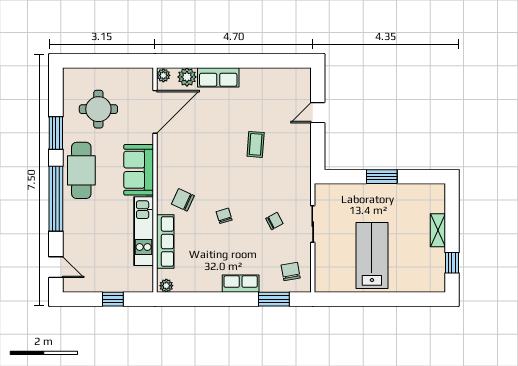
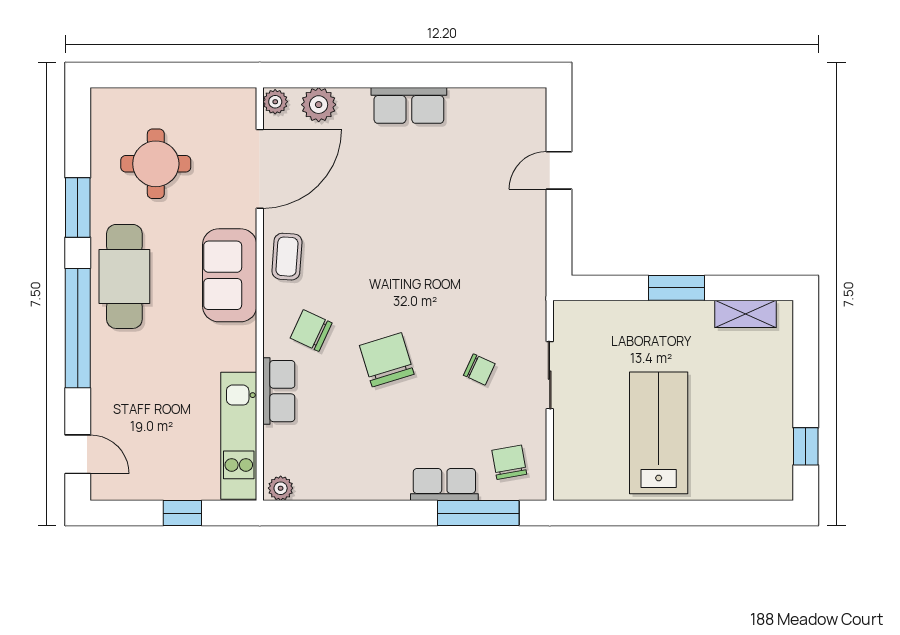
row of seats: (218, 77) -> (409, 105), moved
coffee table: (256, 144) -> (287, 257), moved
chair: (224, 216) -> (387, 360), width x1.87, depth x1.87
chair: (274, 221) -> (479, 370), turned 53
shelving: (438, 230) -> (745, 314), moved, turned 90
kitchen unit: (144, 231) -> (239, 436), moved
row of seats: (165, 241) -> (279, 391), width x0.68
row of seats: (241, 284) -> (444, 485), moved
window: (274, 299) -> (478, 513), width x1.44

